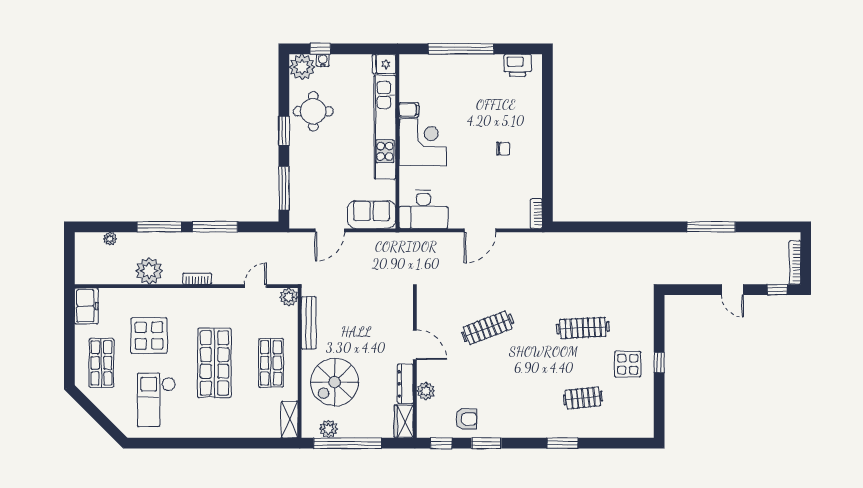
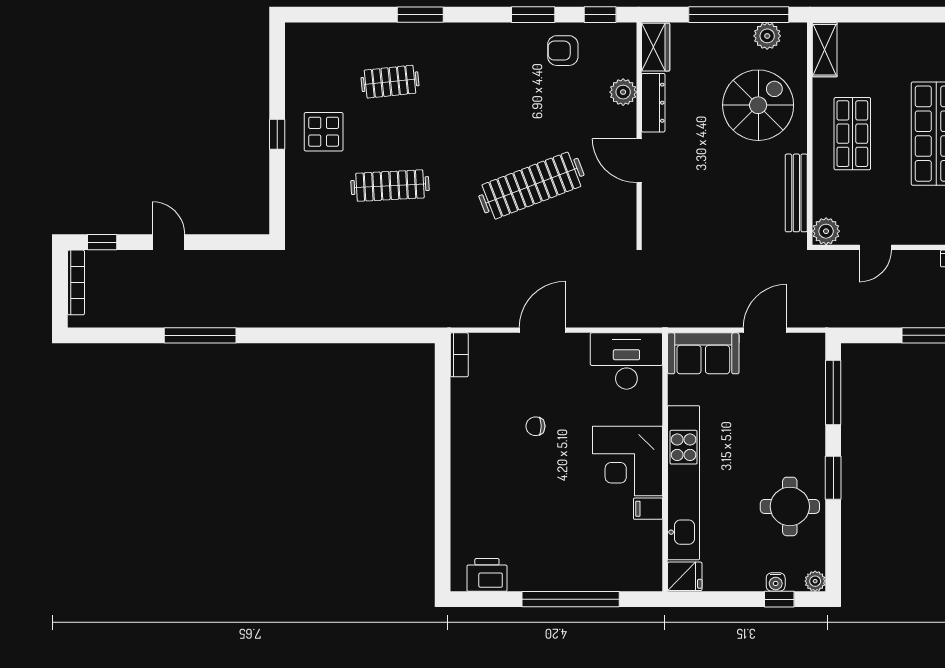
plant: (302, 67) -> (815, 581), width x0.53, depth x0.53
chair: (503, 149) -> (535, 426), moved
clothes rail: (488, 328) -> (531, 186), width x1.37, depth x1.31

